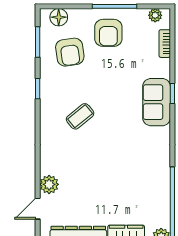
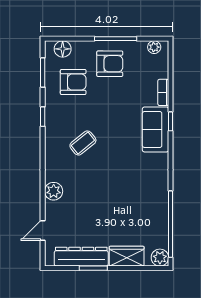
armchair: (108, 33) -> (110, 64), turned -90
bookcase: (165, 44) -> (163, 92), moved
armchair: (70, 52) -> (73, 82), turned -82
plant: (49, 184) -> (54, 191), moved

